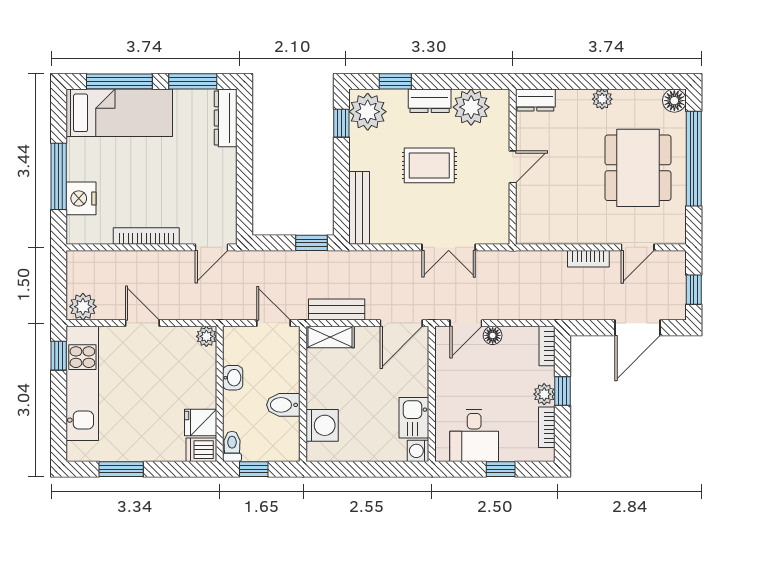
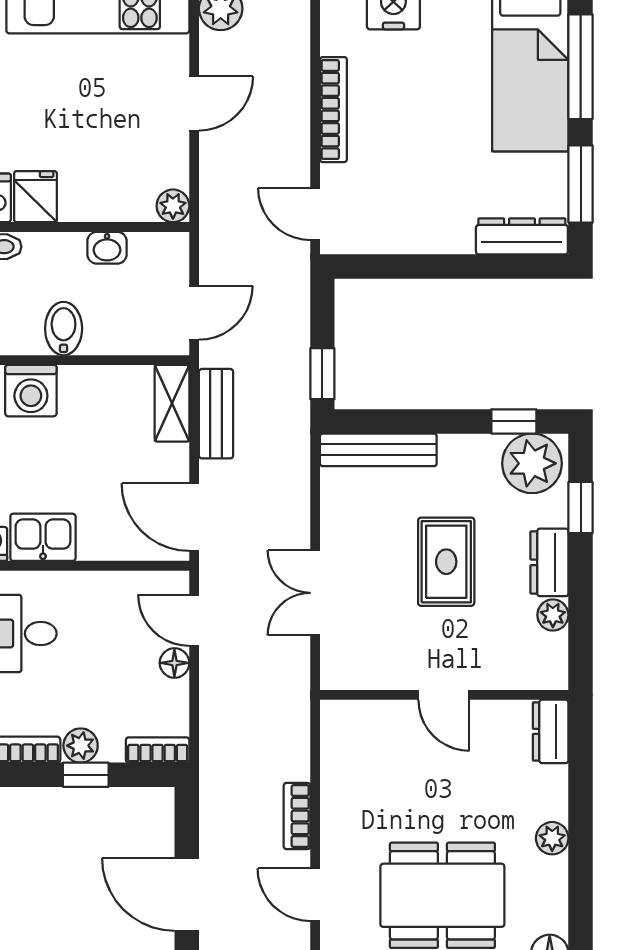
plant: (471, 107) -> (553, 615), width x0.53, depth x0.53

